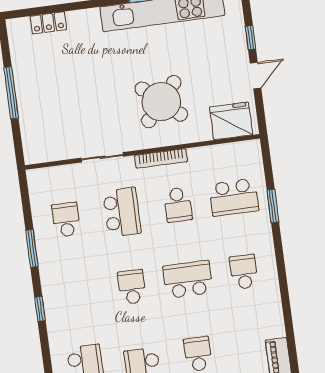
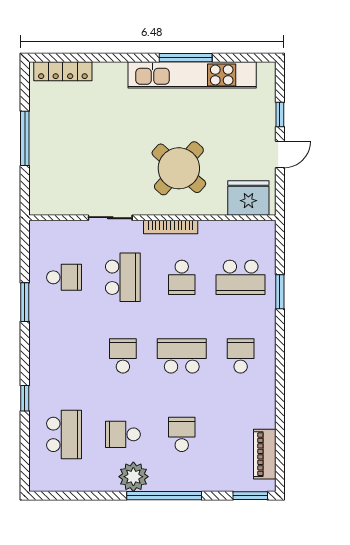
locker: (48, 23) -> (63, 71), width x1.53
school desk: (66, 220) -> (64, 277), turned 90
window: (40, 309) -> (25, 398), moved

